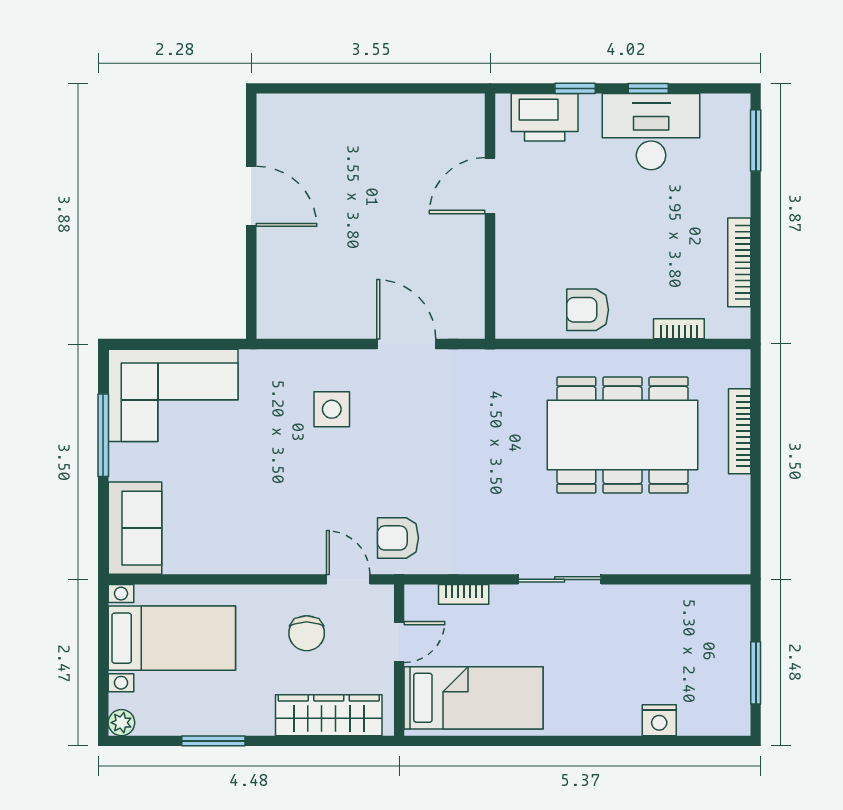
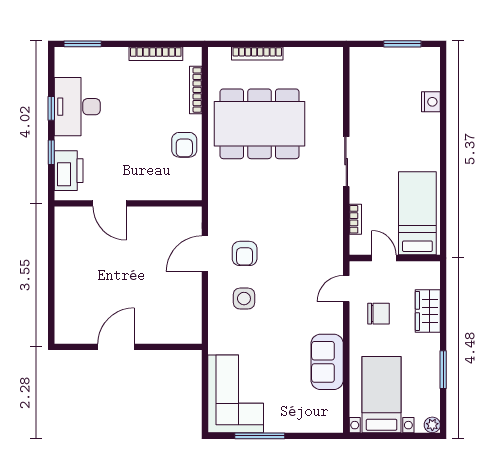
bookcase: (679, 329) -> (196, 90), width x1.56
dining table: (622, 435) -> (260, 124), turned 90
sofa: (135, 528) -> (327, 362), moved, turned -90
armchair: (398, 538) -> (245, 253), moved
wardrobe: (329, 715) -> (428, 311), width x0.67

